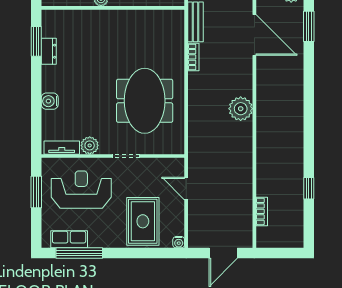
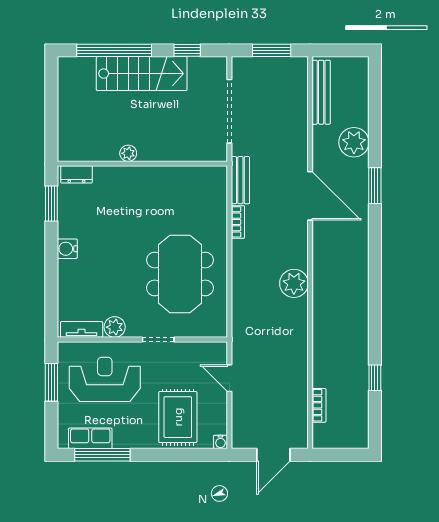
dresser: (49, 51) -> (76, 174), moved, turned 90
water cooler: (50, 101) -> (67, 249), moved

